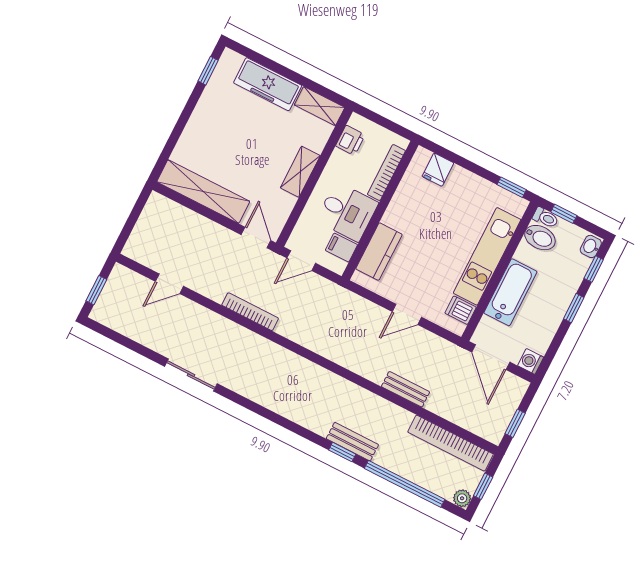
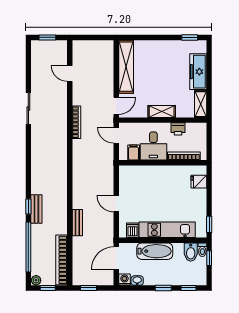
printer: (350, 140) -> (178, 129), moved
washbasin: (591, 246) -> (137, 281), moved
kitchen counter: (379, 252) -> (141, 173), removed

